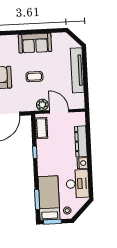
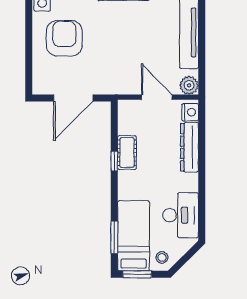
coffee table: (34, 77) -> (120, 39), removed
plant: (42, 105) -> (189, 85), moved
cot: (41, 128) -> (127, 153), moved
nightstand: (82, 163) -> (190, 112), moved

